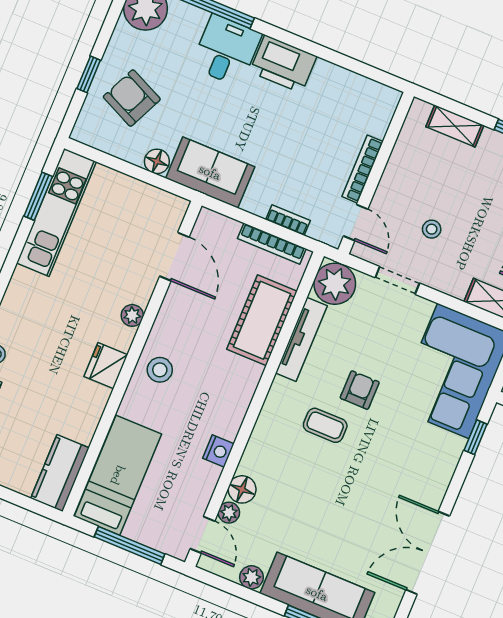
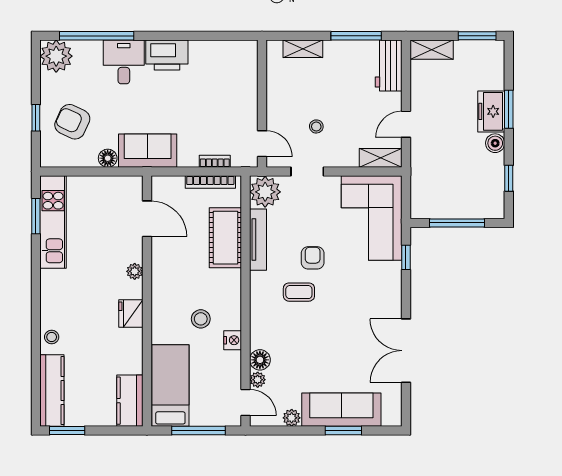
bookcase: (362, 169) -> (252, 105), removed
stool: (160, 370) -> (201, 319), moved

